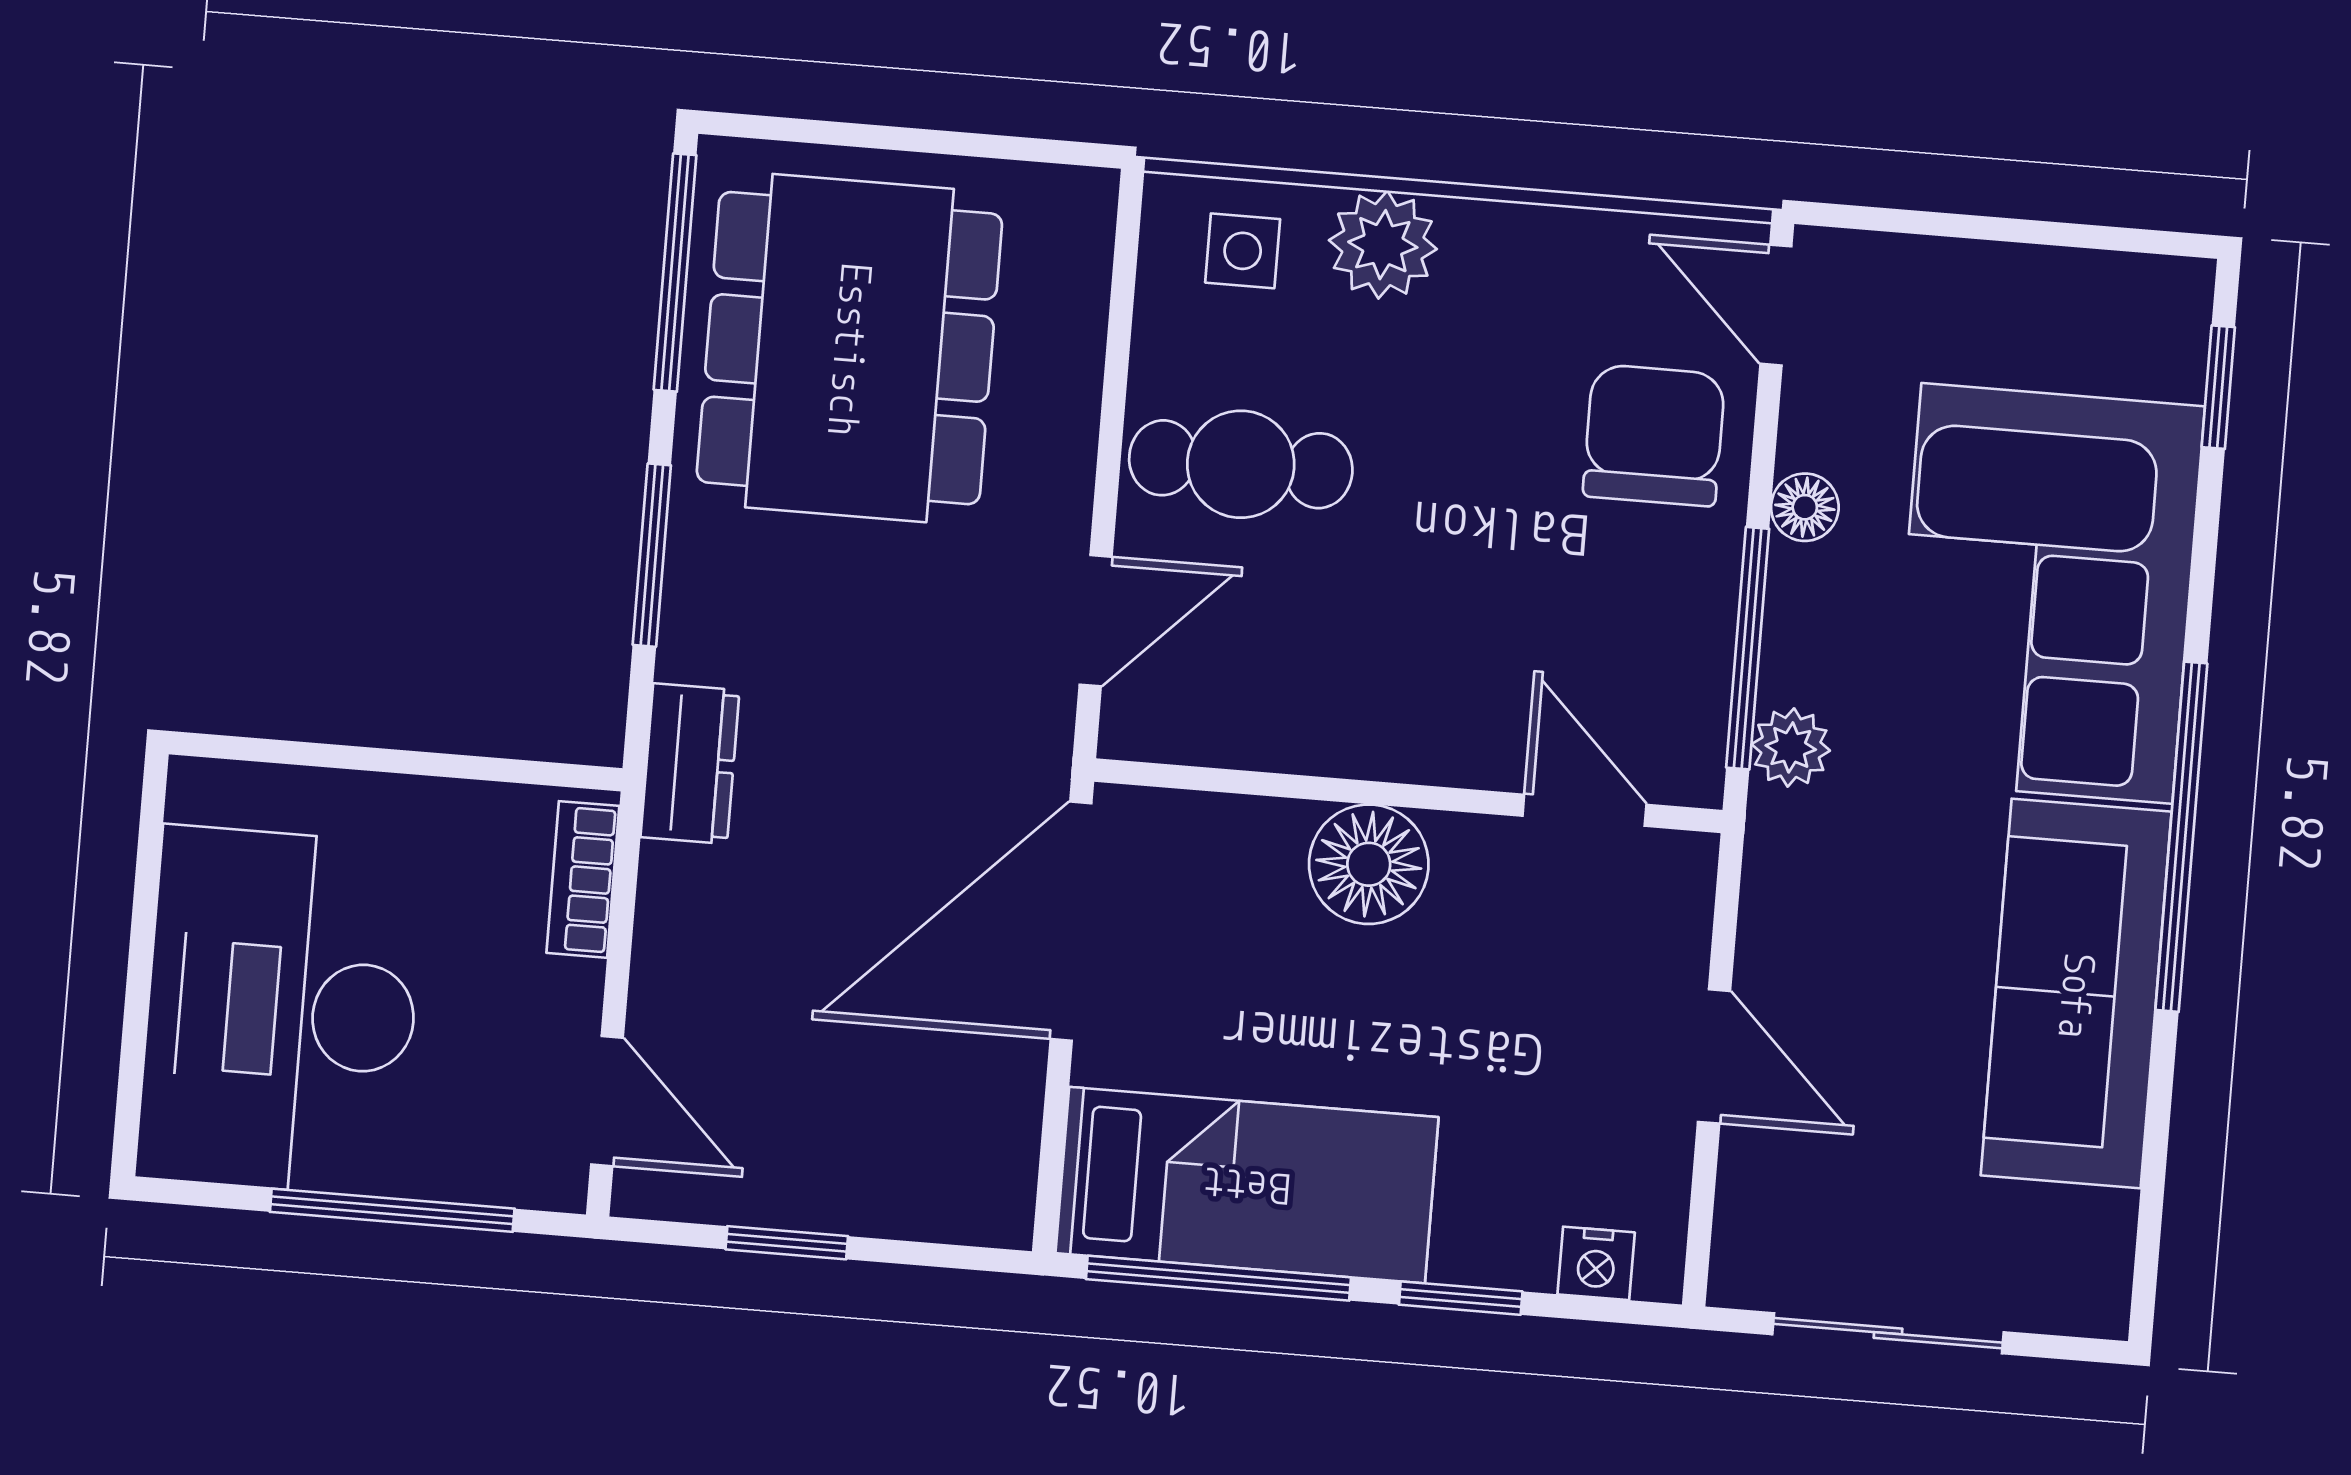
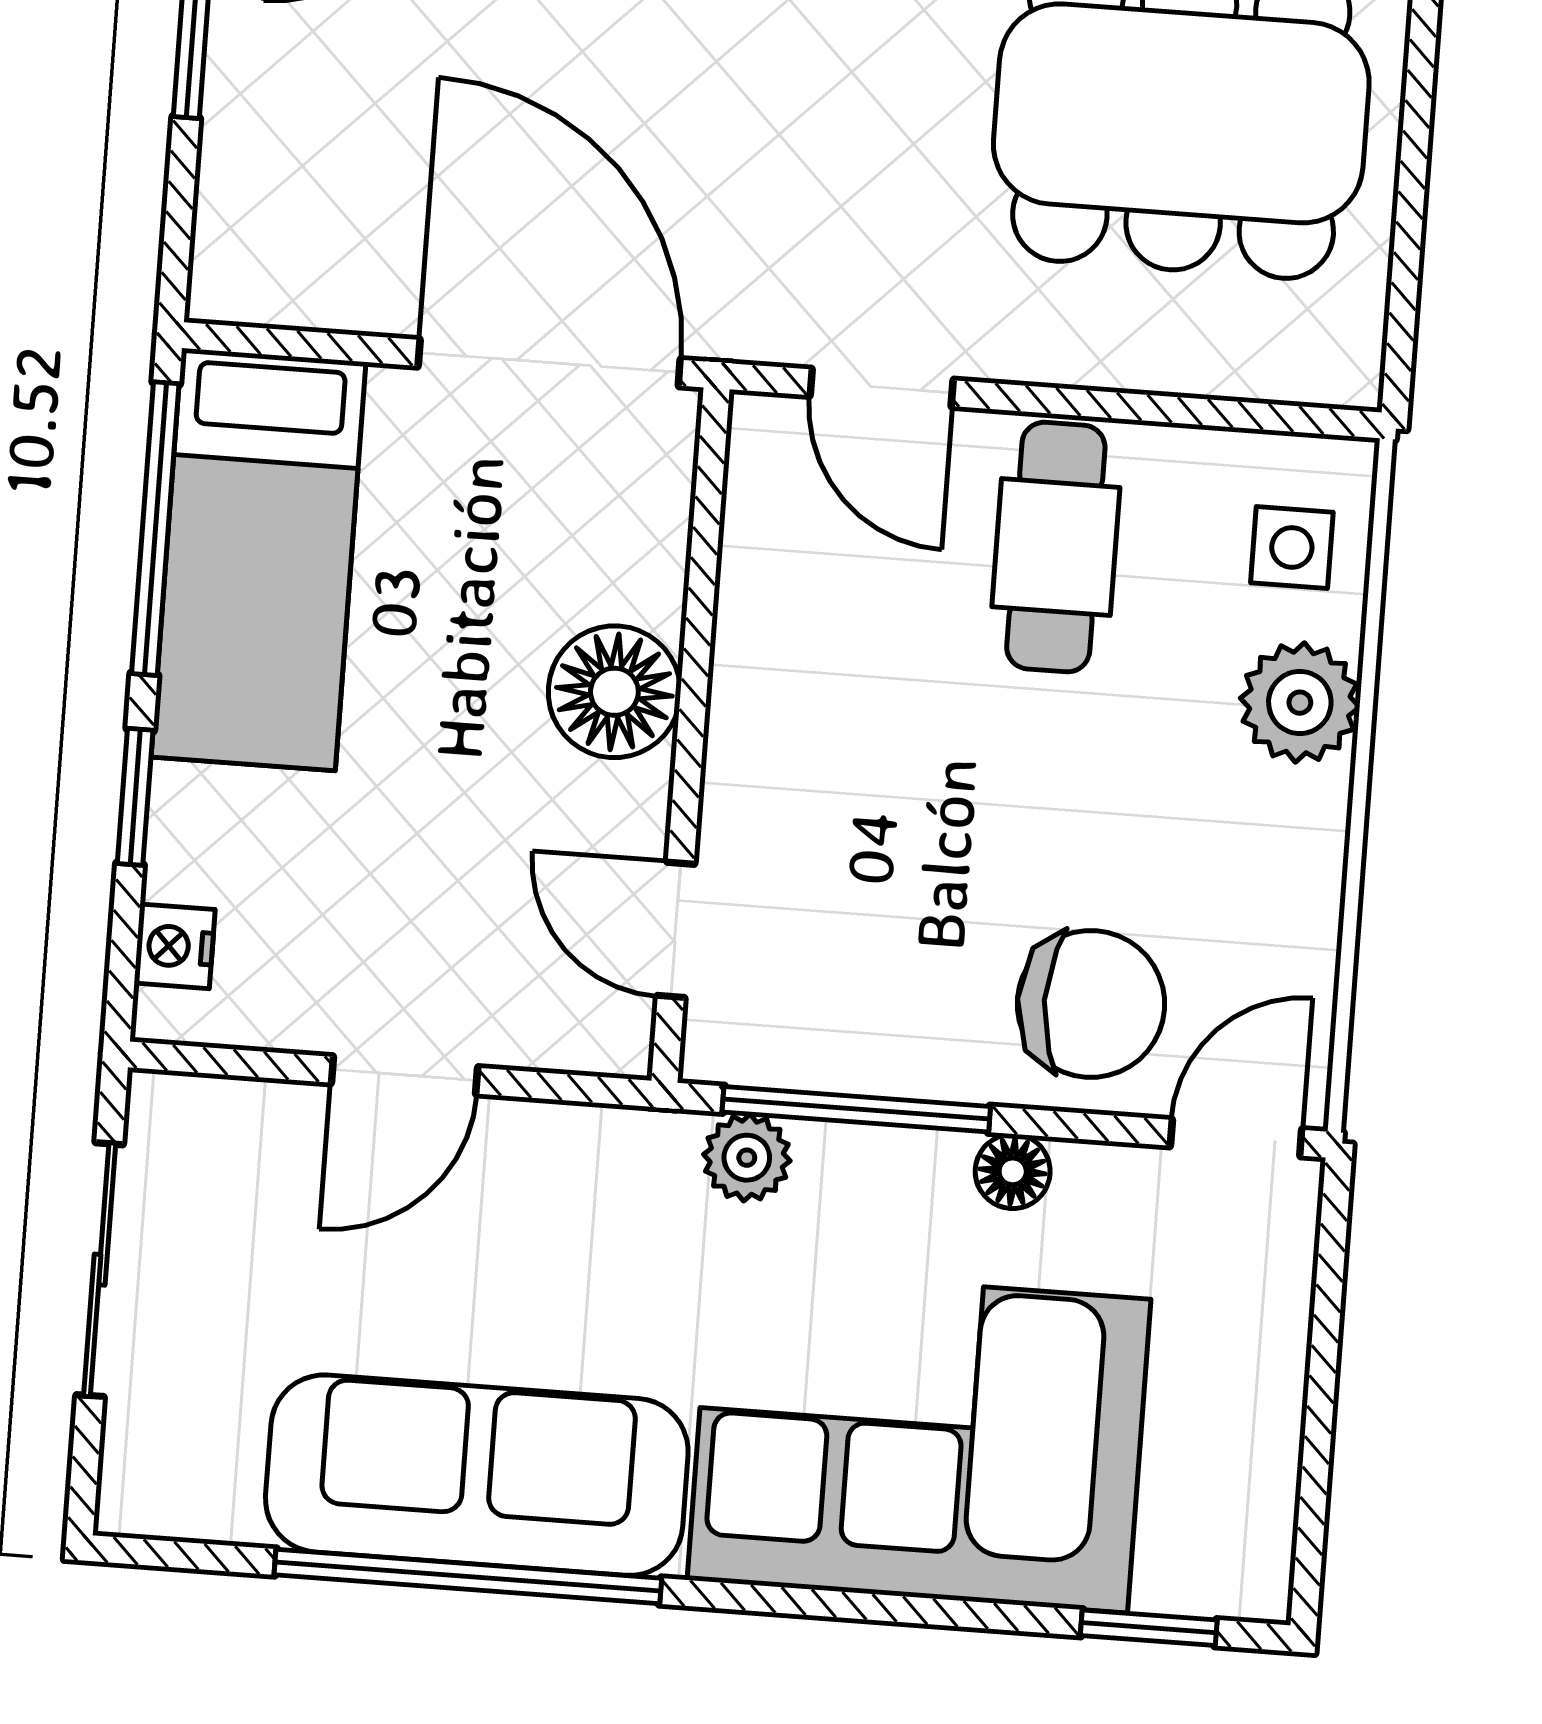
door: (1584, 810) -> (676, 930), swing flipped
window: (2181, 837) -> (468, 1577), moved

